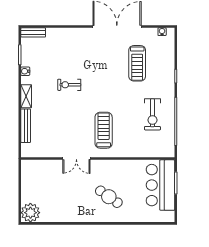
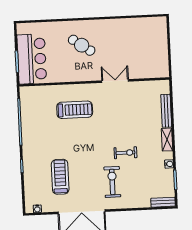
exercise bike: (152, 114) -> (112, 182), moved
treadmill: (104, 130) -> (75, 110), moved, turned -90
plant: (30, 213) -> (157, 26), removed

